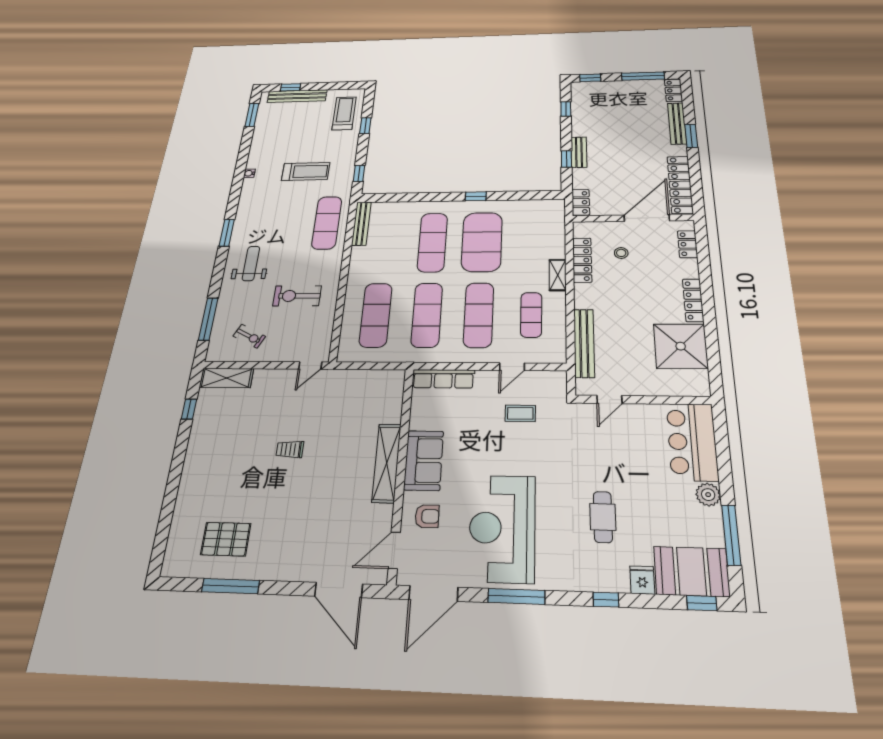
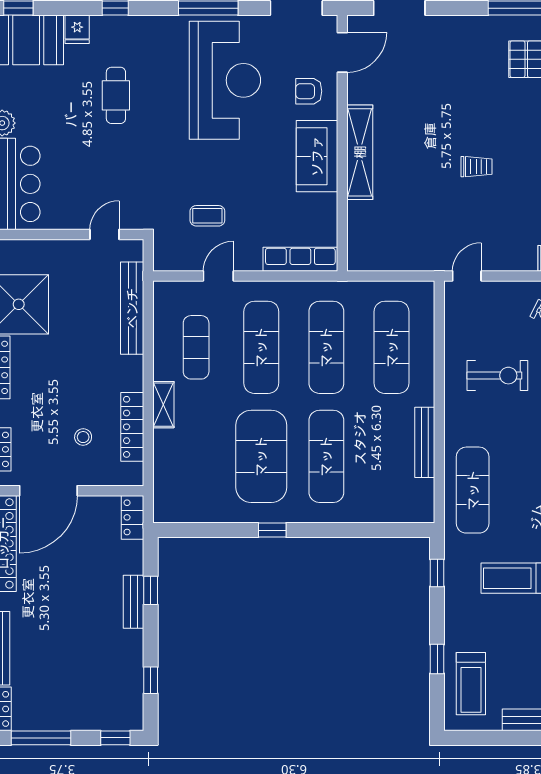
bench: (361, 224) -> (425, 442), moved

